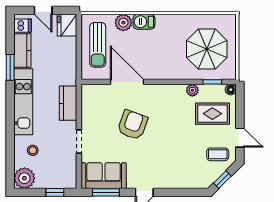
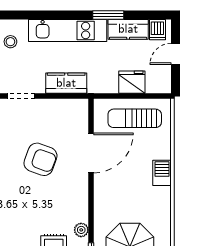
plant: (123, 23) -> (161, 149), removed
fridge: (67, 25) -> (132, 82), moved

